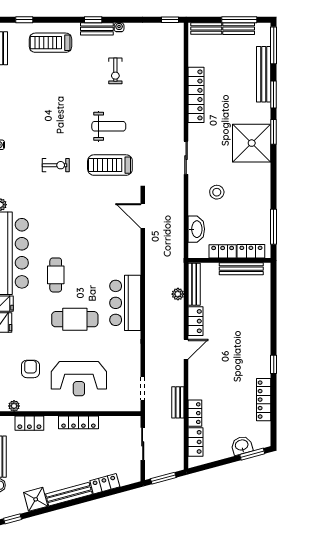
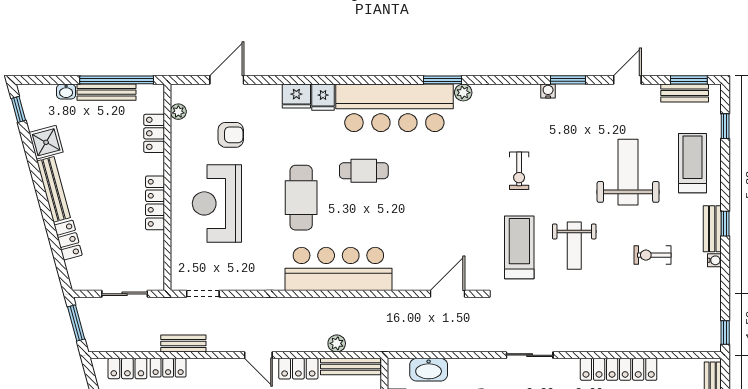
weight bench: (57, 88) -> (628, 172), added
bar counter: (125, 303) -> (338, 269), width x1.36

